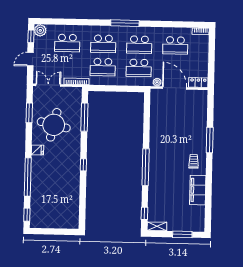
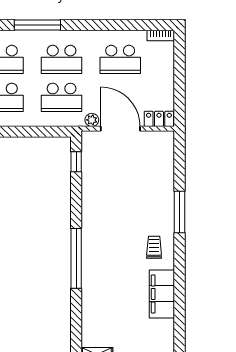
window: (144, 213) -> (76, 162), moved

